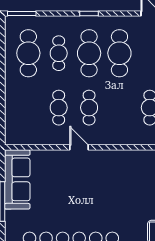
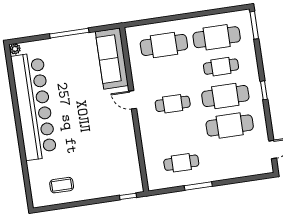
cafe table: (59, 108) -> (164, 45), moved, width x1.37, depth x1.35
door: (79, 147) -> (133, 100), swing flipped
sofa: (17, 179) -> (112, 59), moved, turned 90

